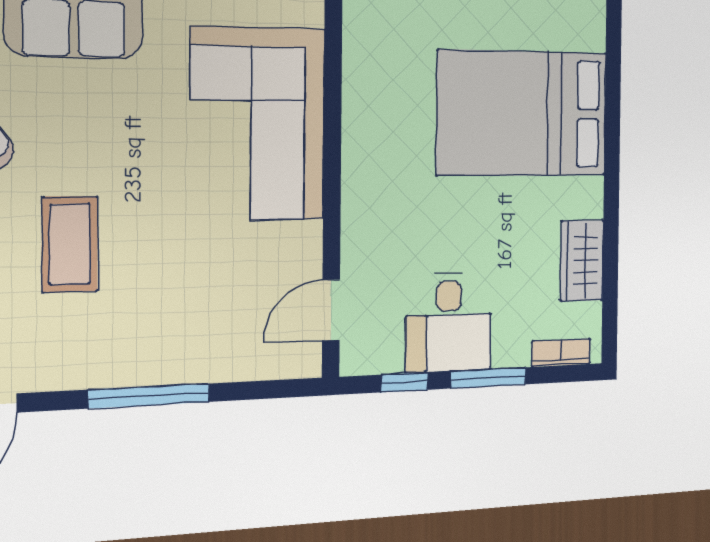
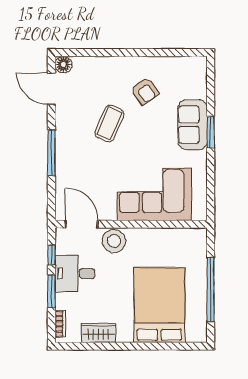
stool: (373, 227) -> (114, 241), added
coffee table: (70, 244) -> (109, 123), turned -66
door: (331, 310) -> (82, 224), width x1.38

